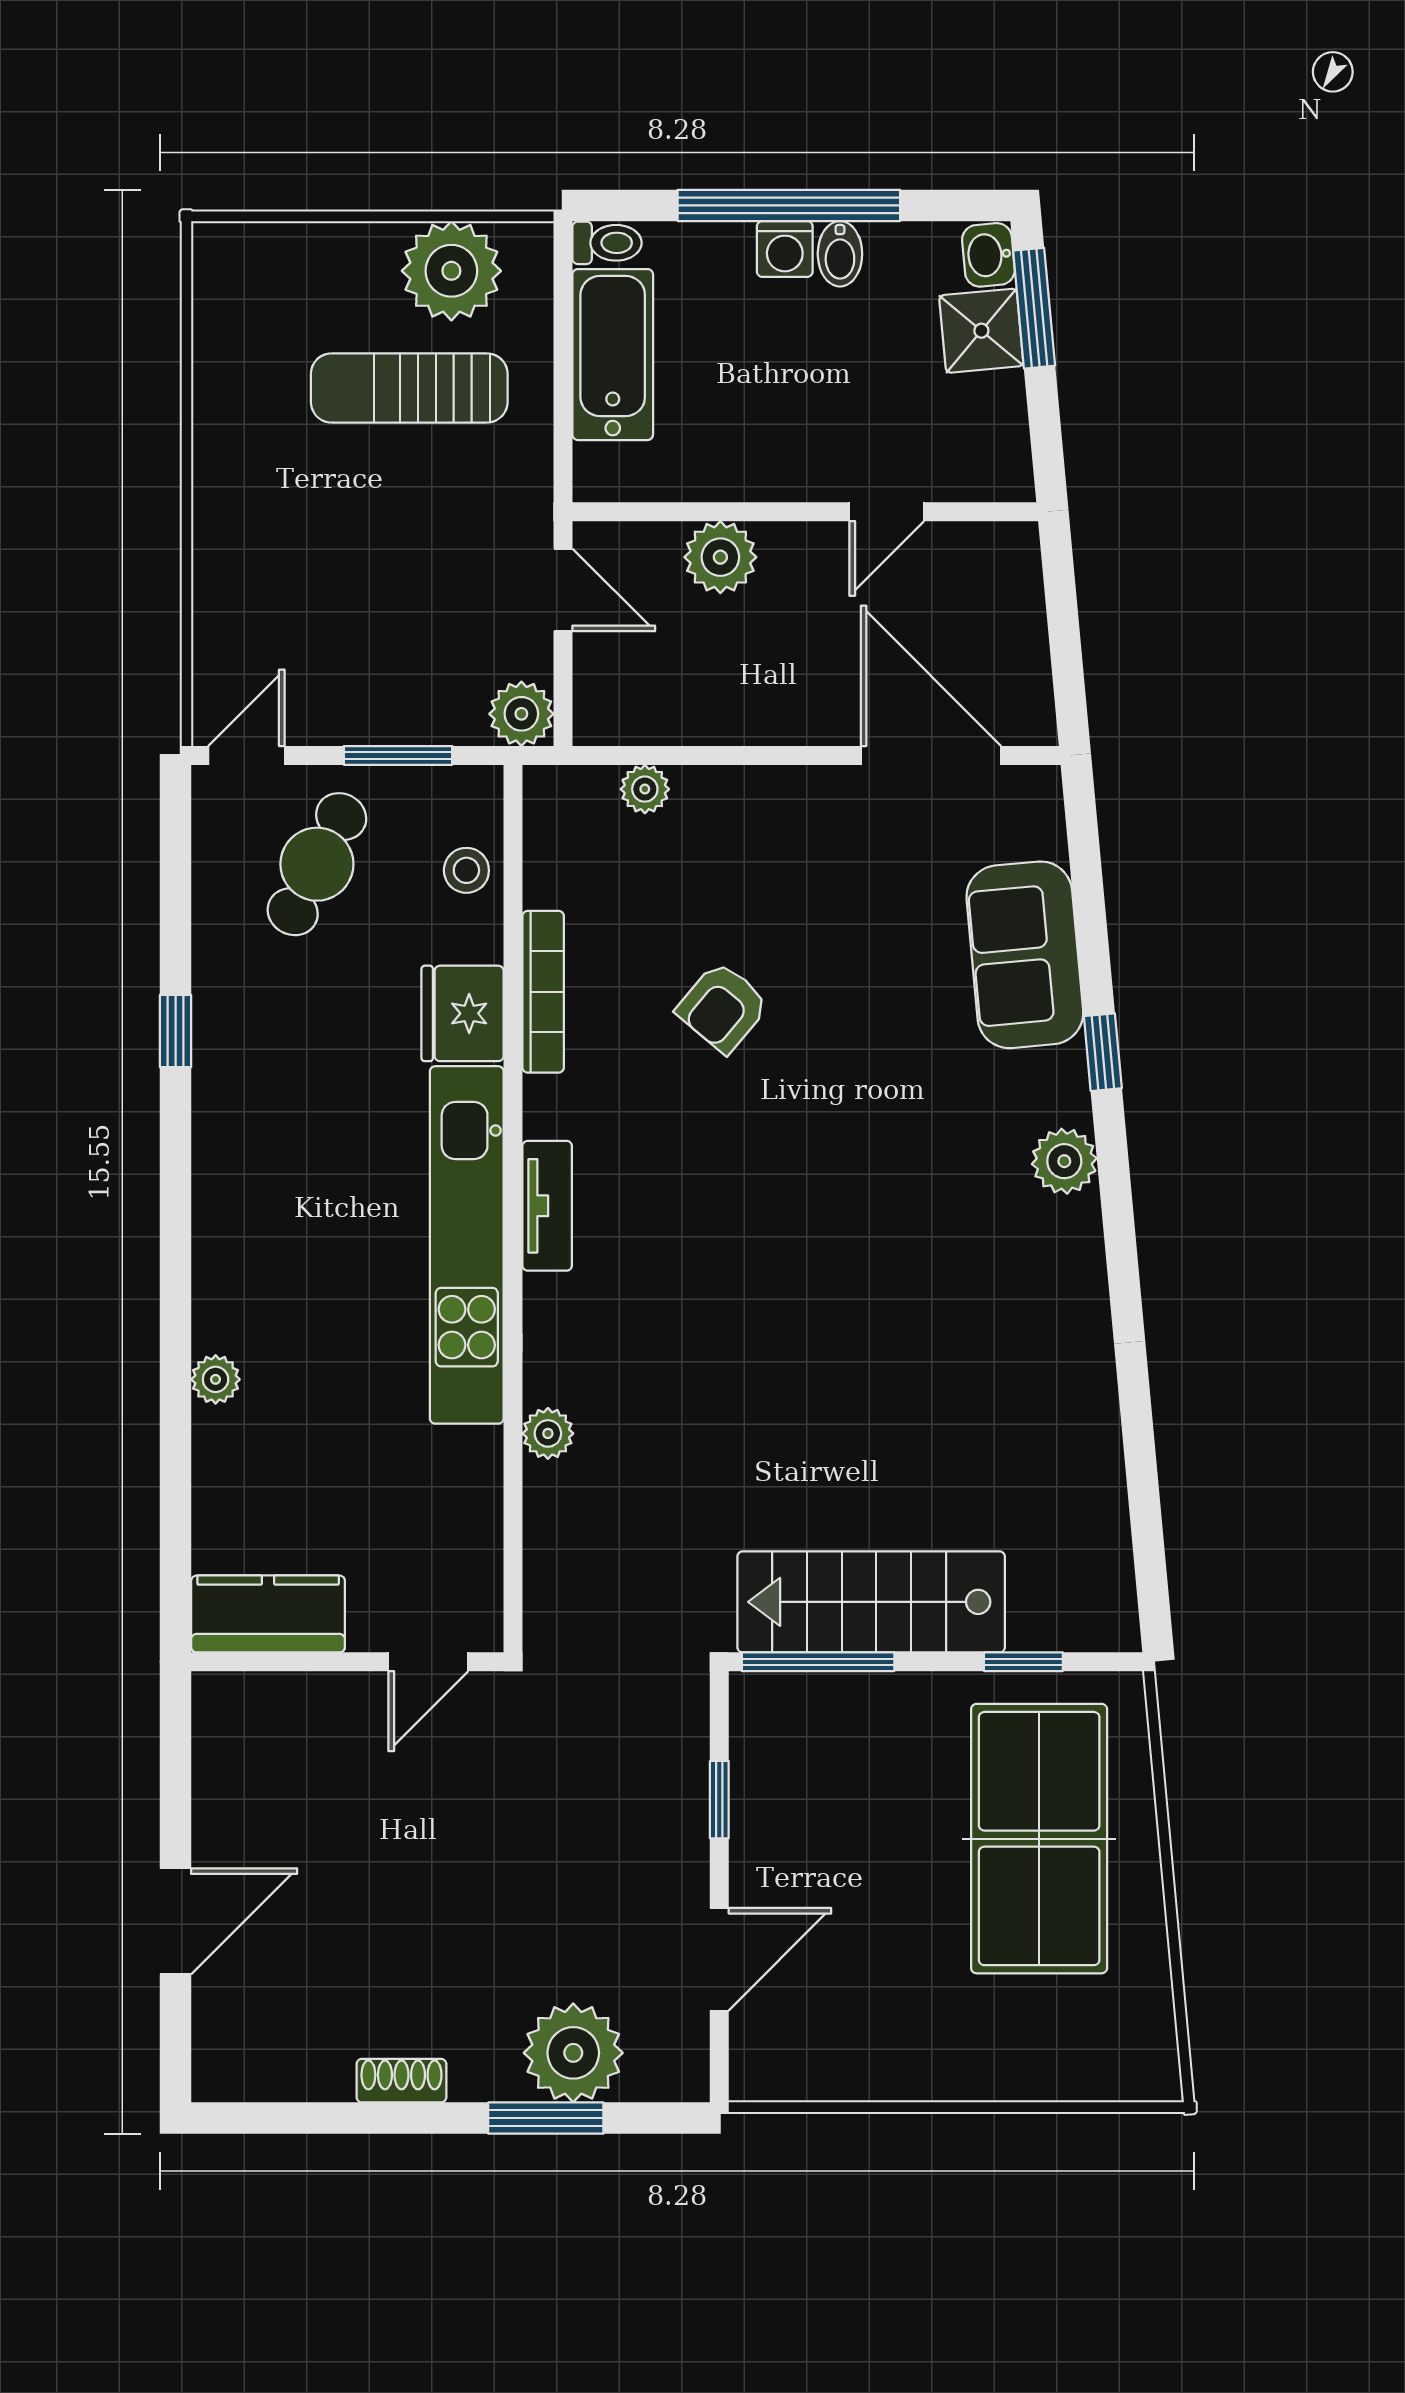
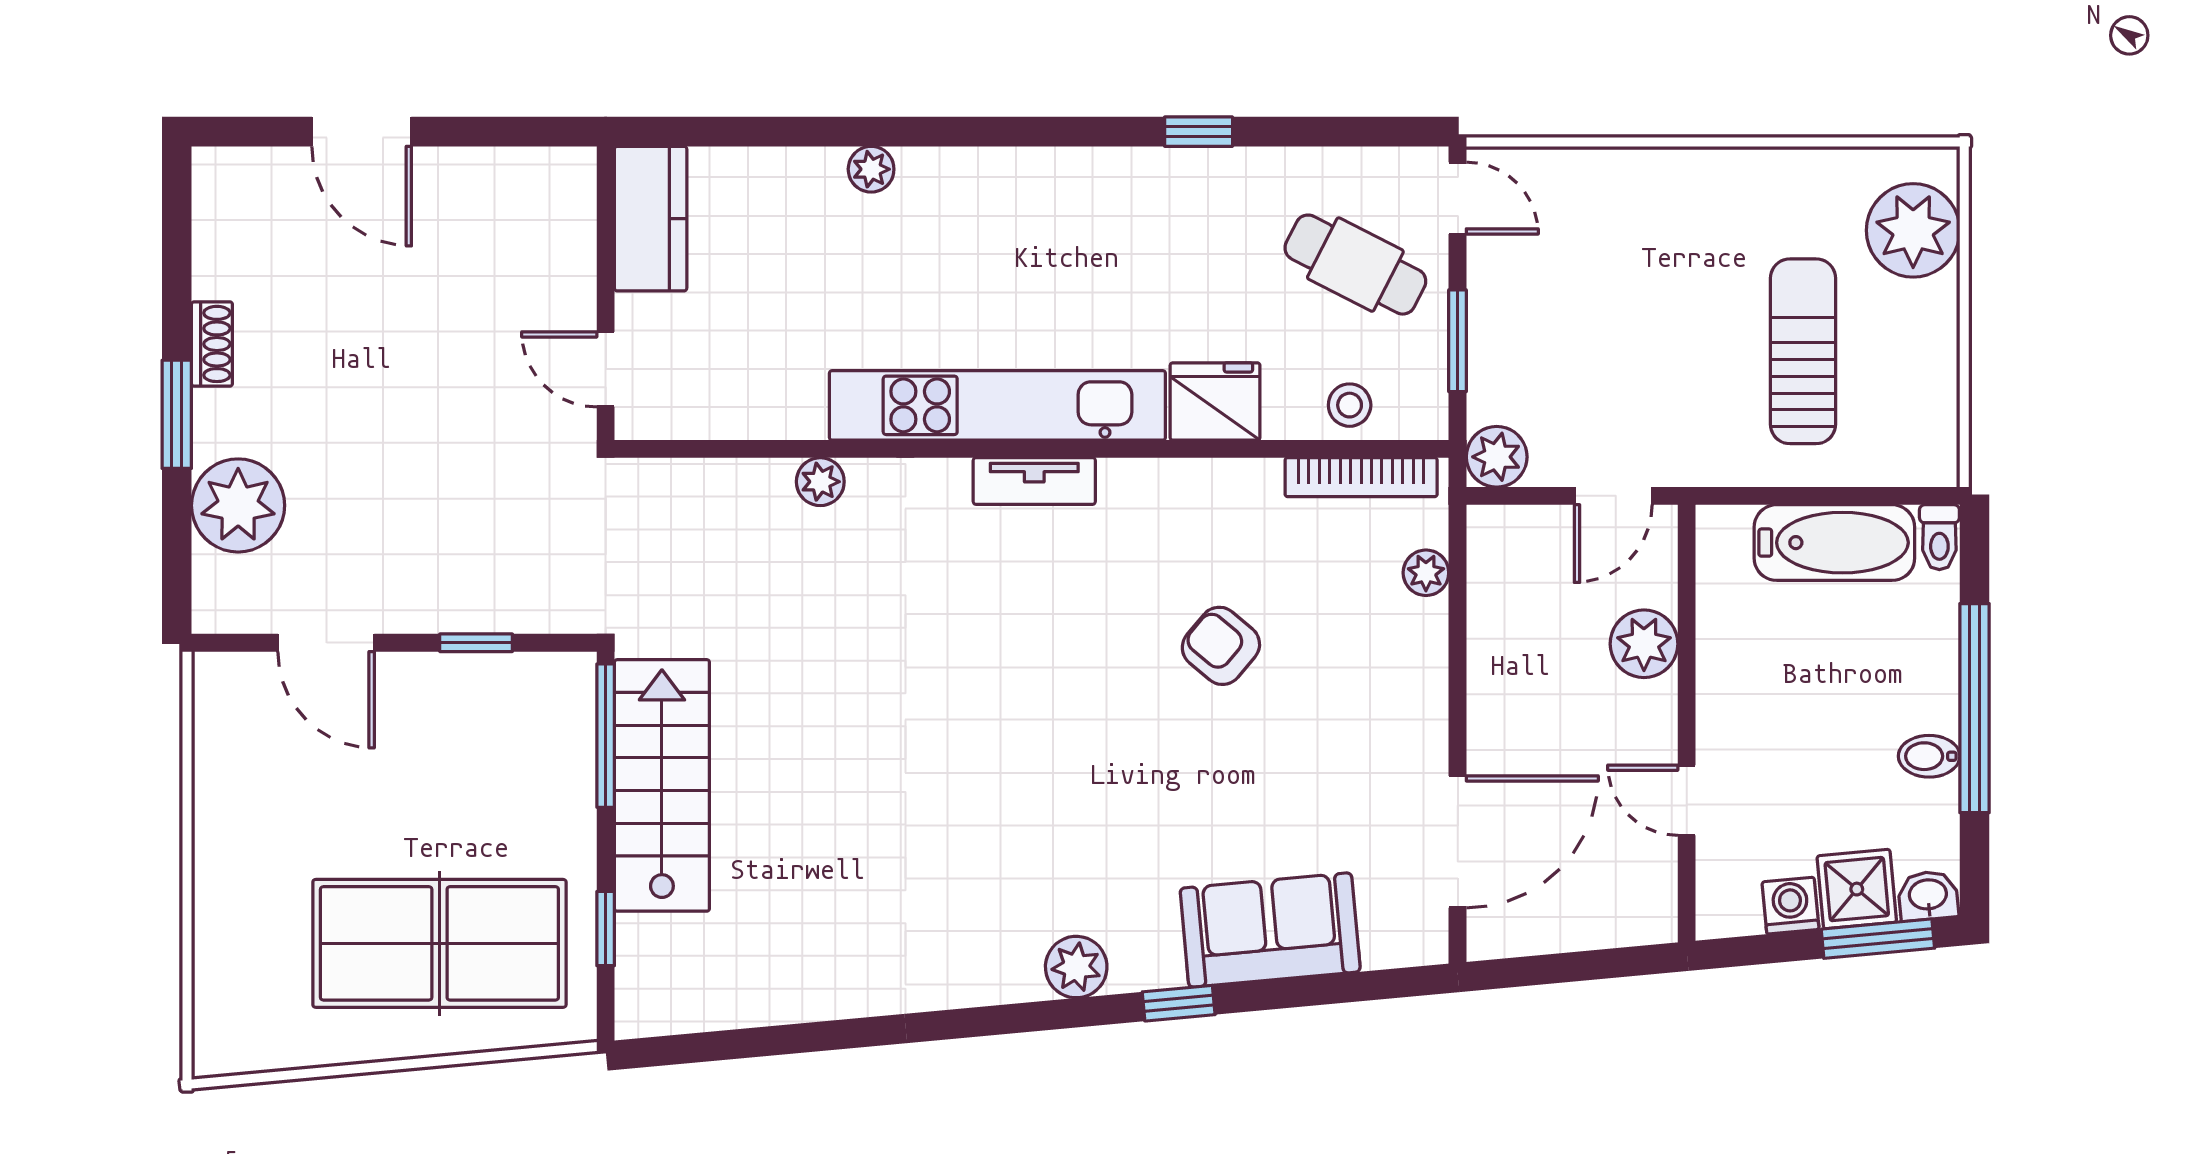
washing machine: (785, 249) -> (1790, 906), moved, turned 85
plant: (451, 271) -> (1913, 230), moved
bookcase: (543, 992) -> (1361, 477), moved
window: (546, 2118) -> (177, 414), moved

